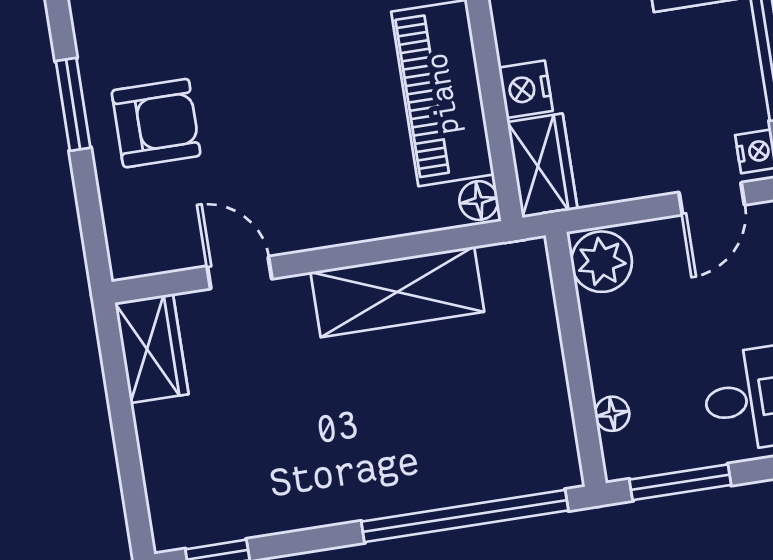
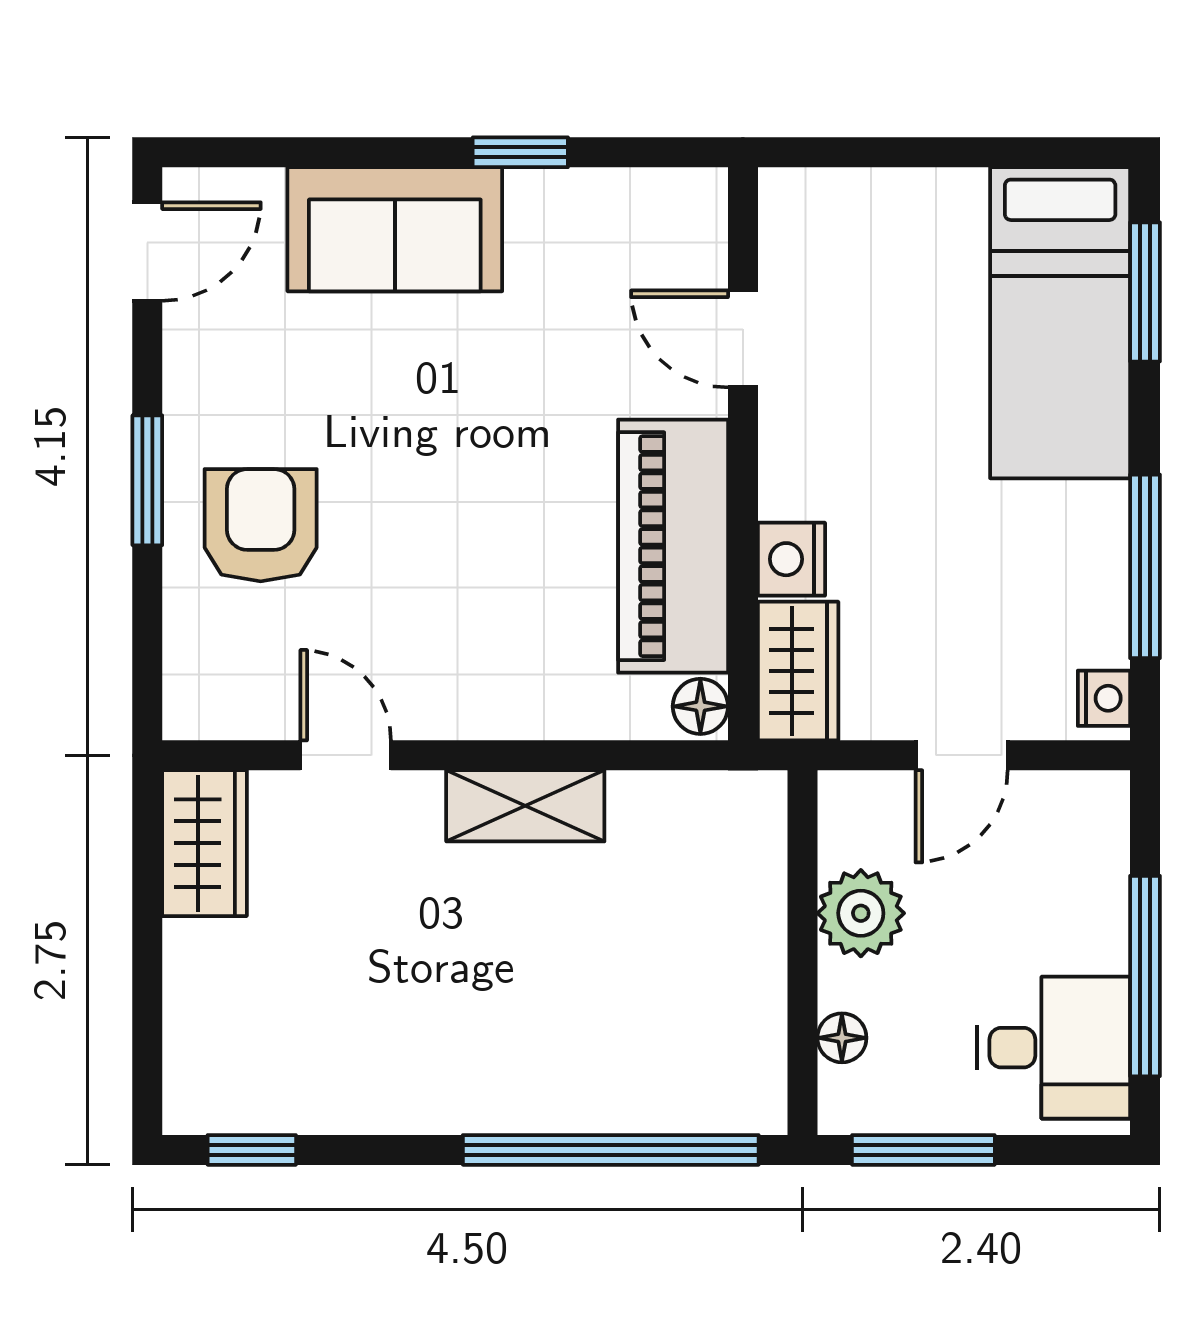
armchair: (156, 123) -> (261, 525), turned -90
door: (712, 199) -> (962, 755), moved
plant: (602, 262) -> (861, 913), moved
shelving: (397, 292) -> (525, 806), width x0.67, depth x0.75

